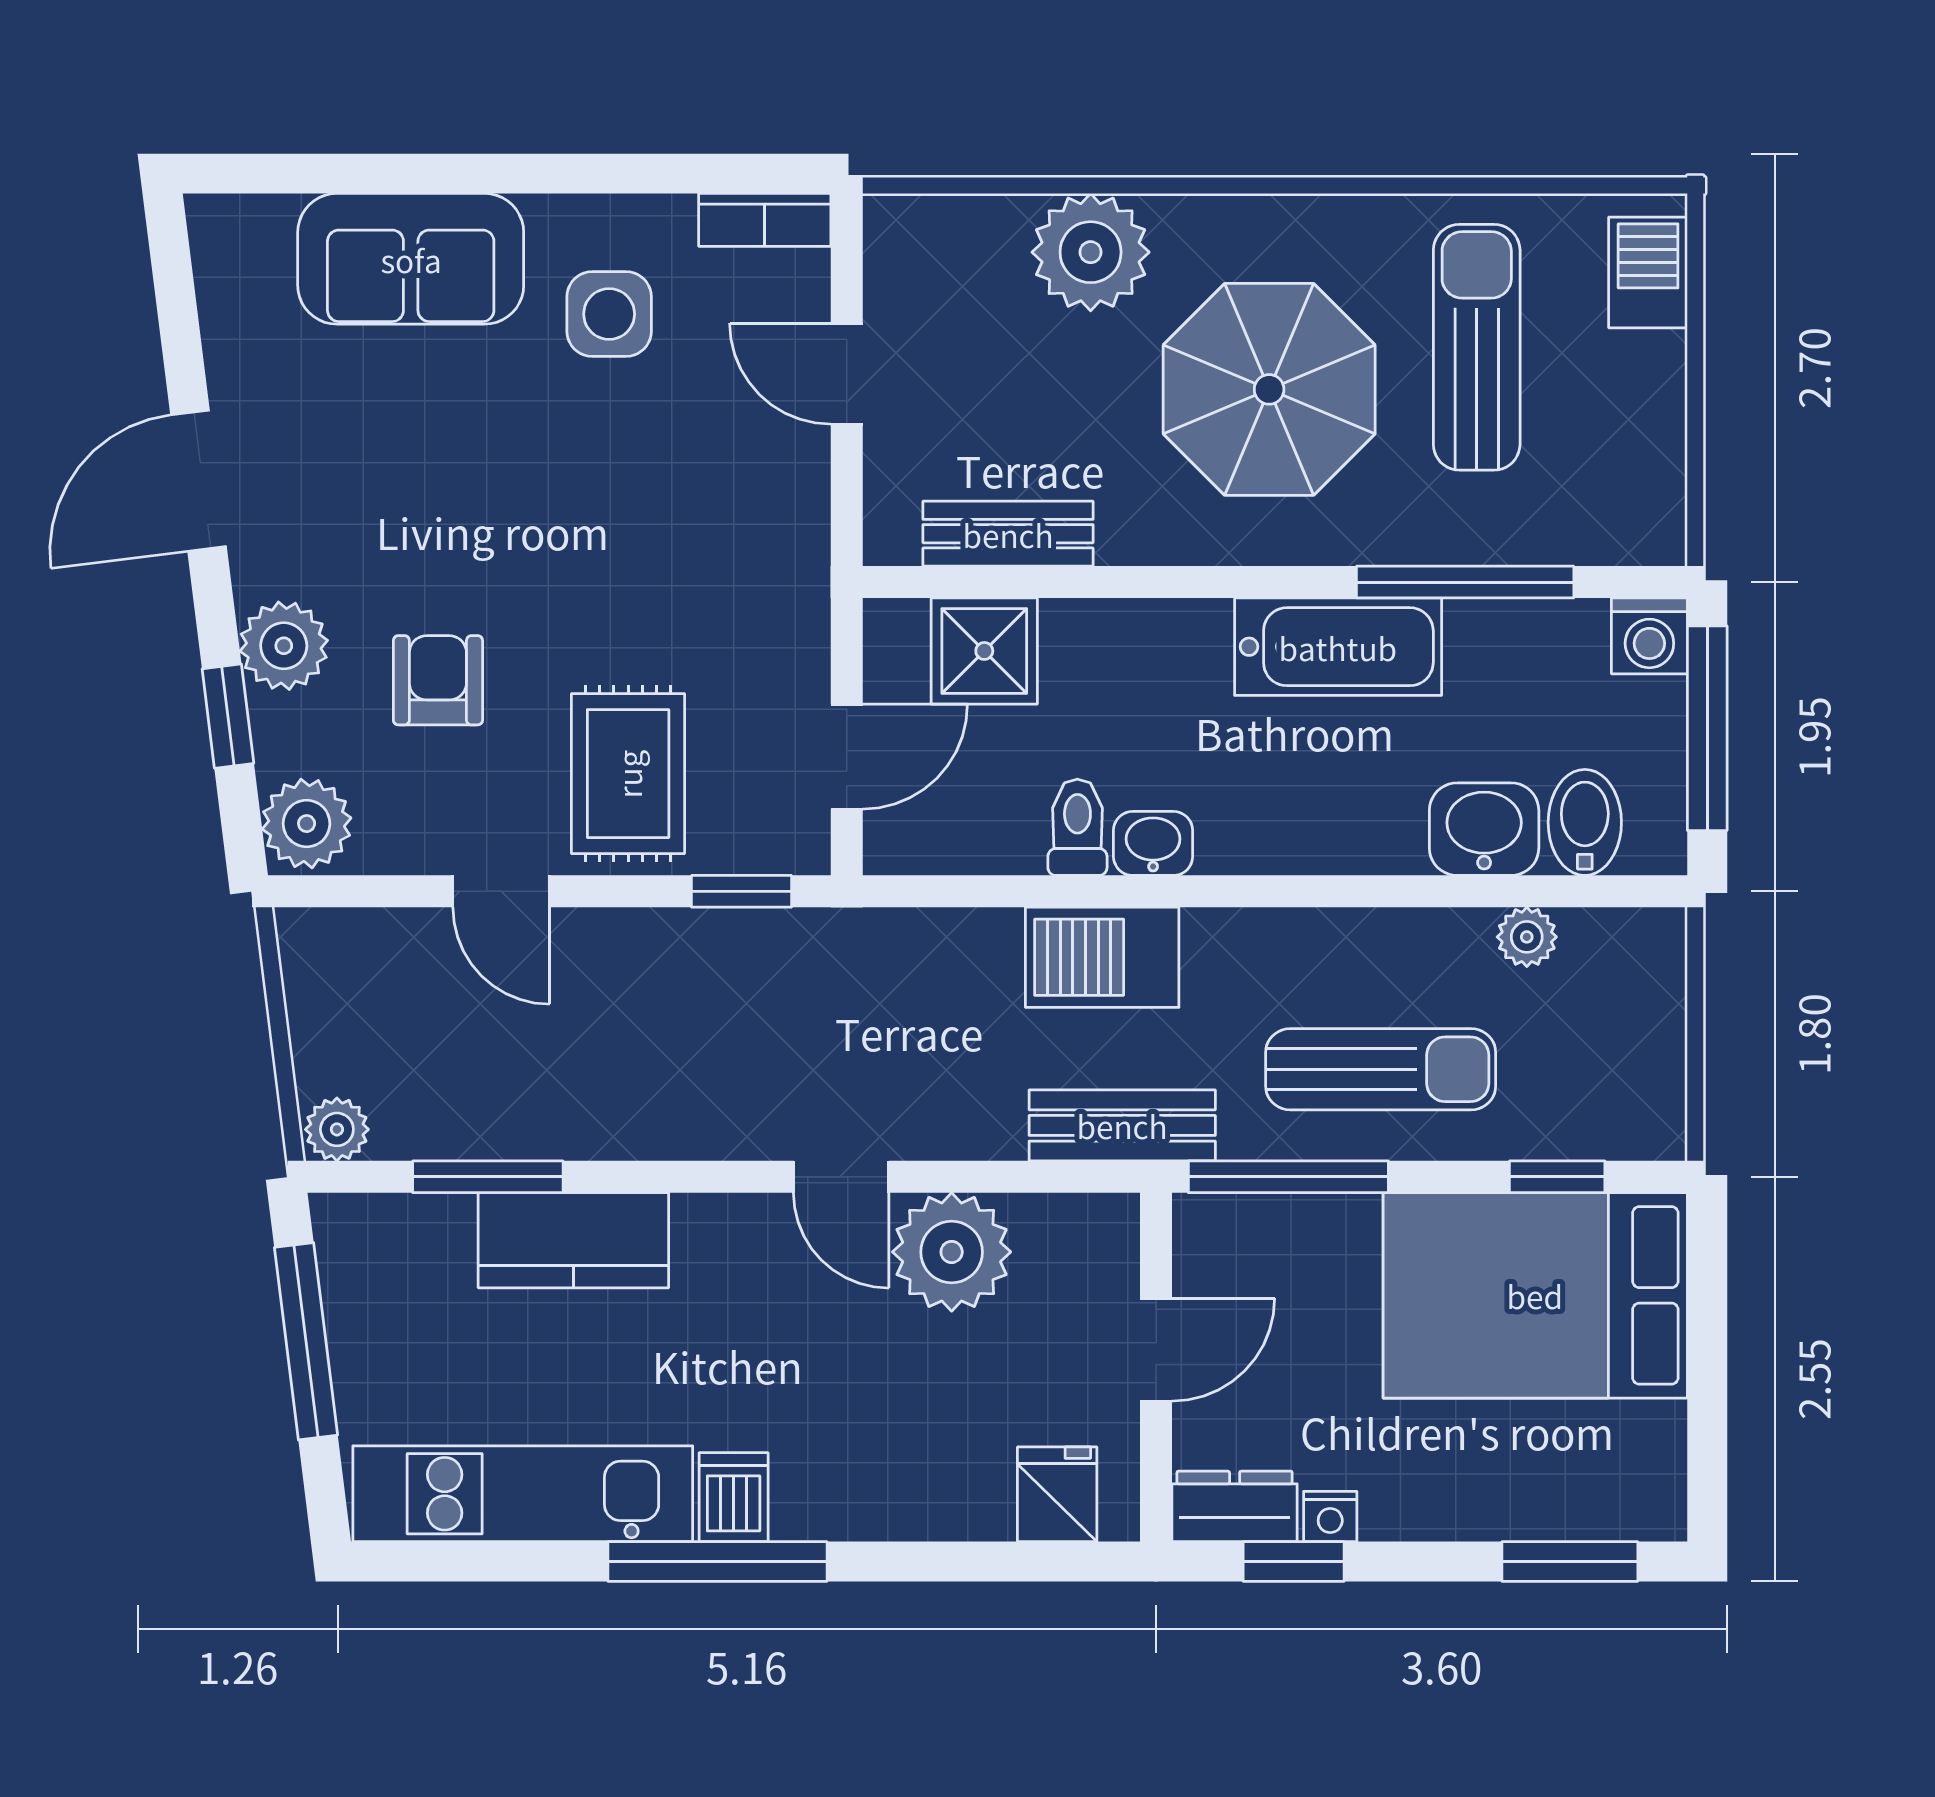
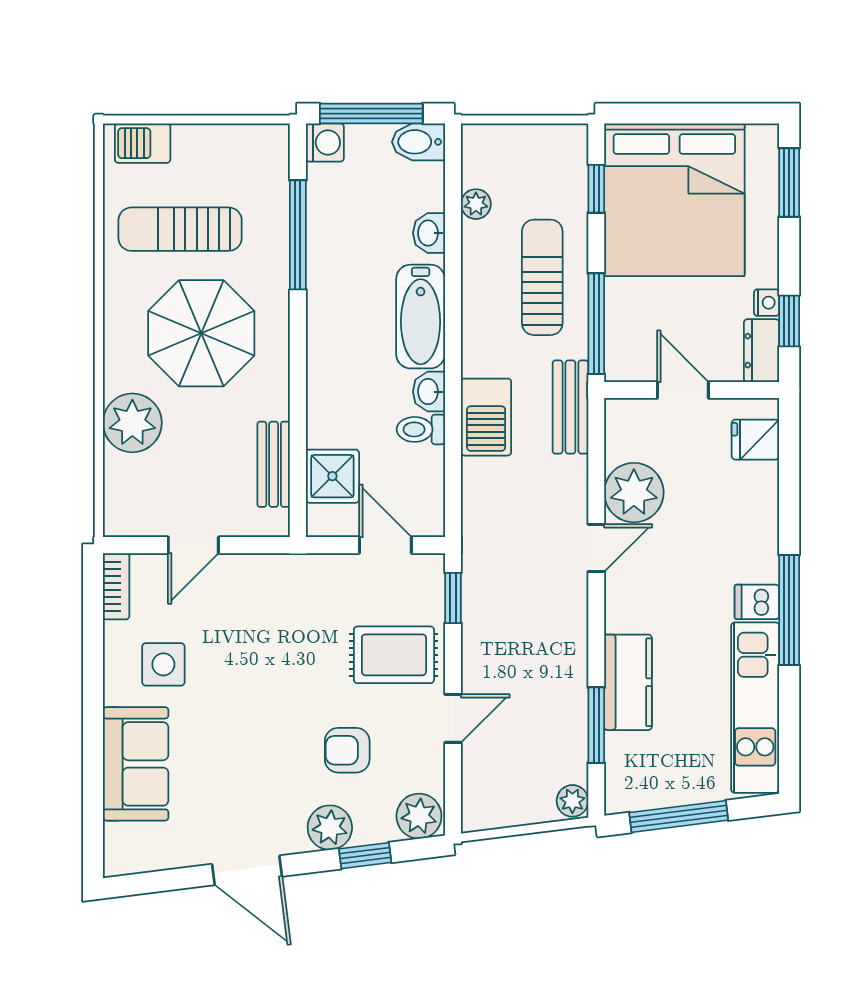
bathtub: (1338, 647) -> (421, 317), moved, turned 180
bidet: (1585, 822) -> (418, 142), moved
washbasin: (1484, 829) -> (429, 233), width x0.72, depth x0.69
bed: (1535, 1295) -> (674, 200), width x1.36

